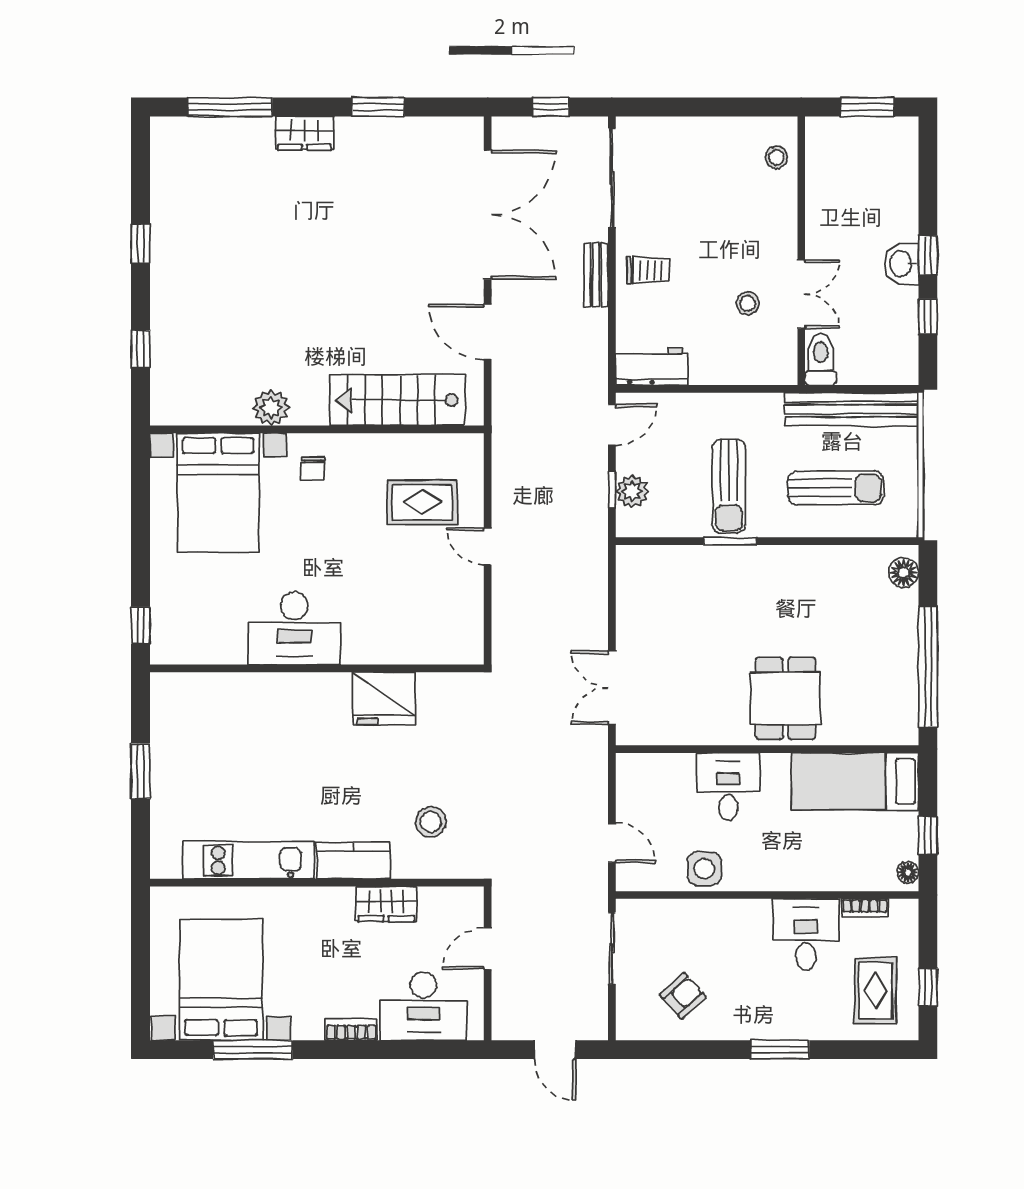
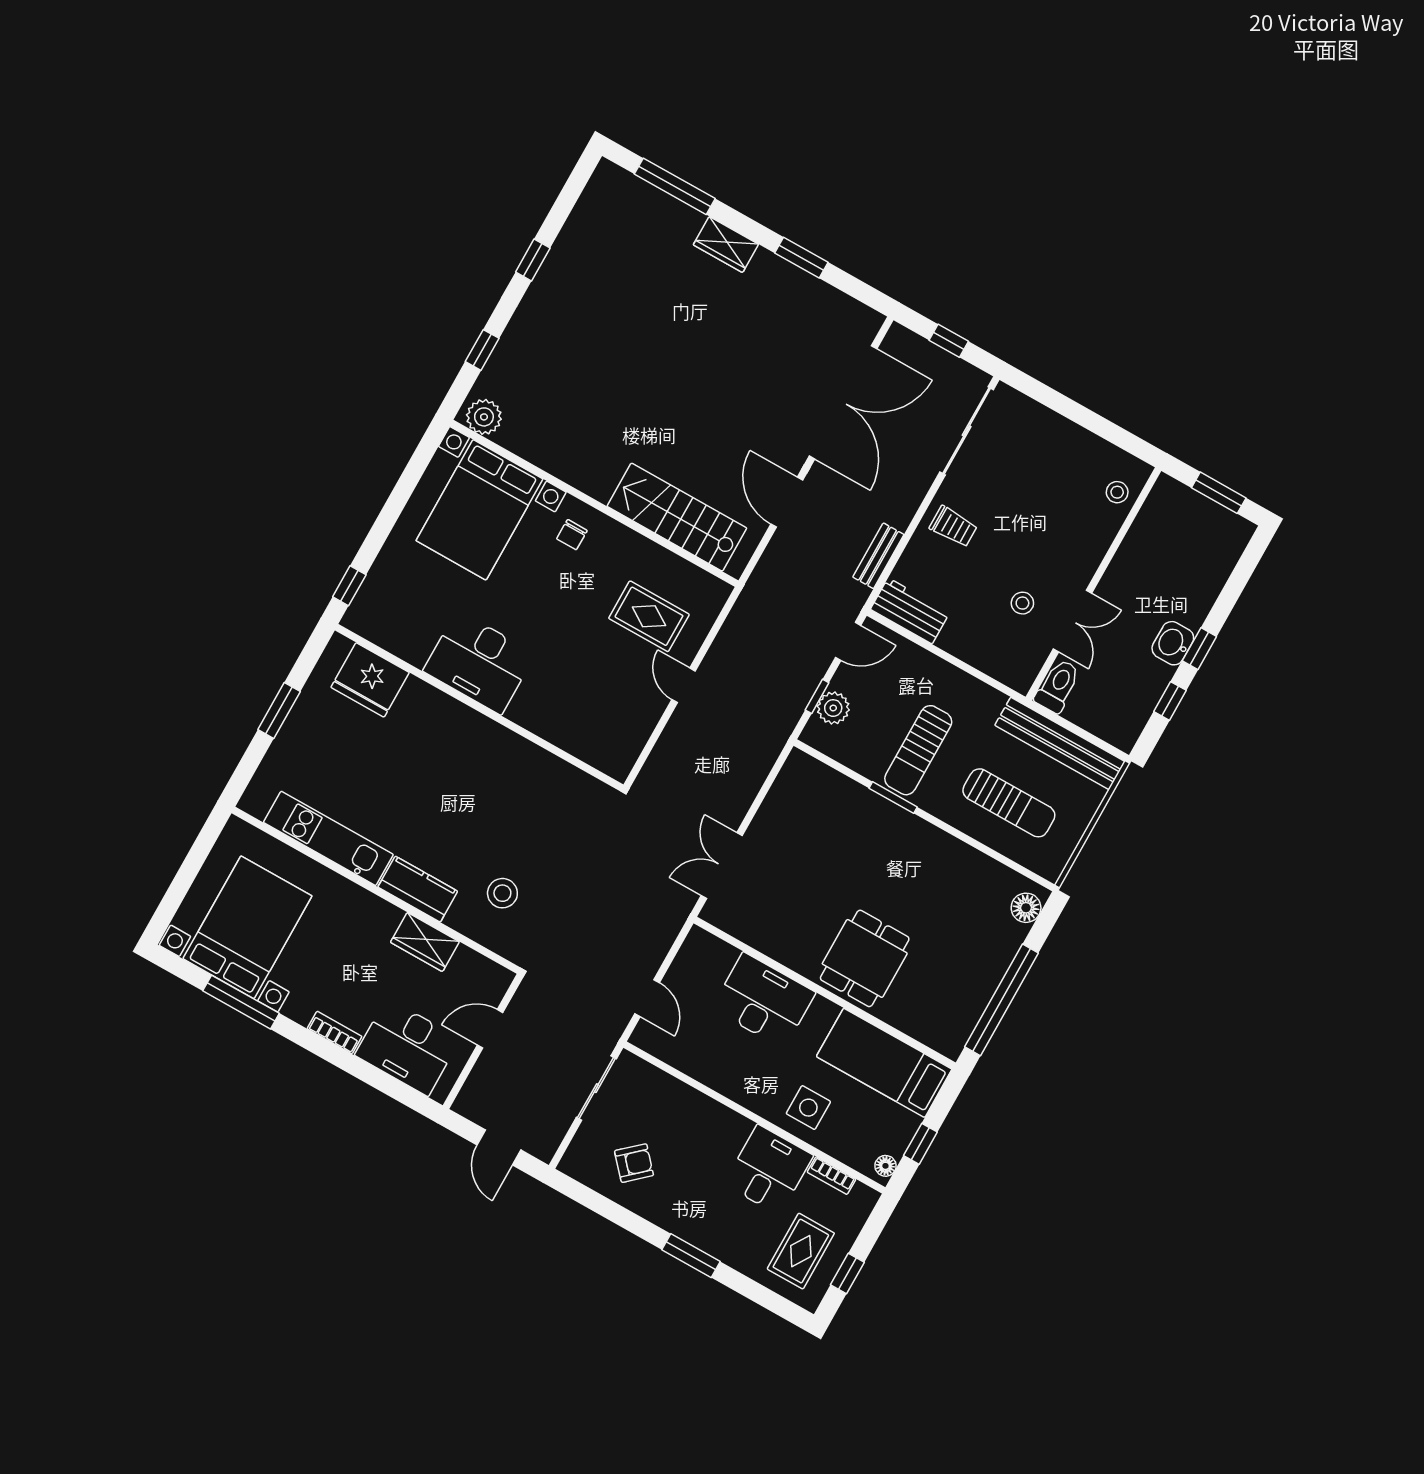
bench: (596, 275) -> (878, 556), moved
plant: (271, 408) -> (484, 417), moved
fridge: (384, 699) -> (370, 680), moved
desk: (728, 786) -> (763, 1001), width x1.37
side table: (704, 869) -> (808, 1108), moved

